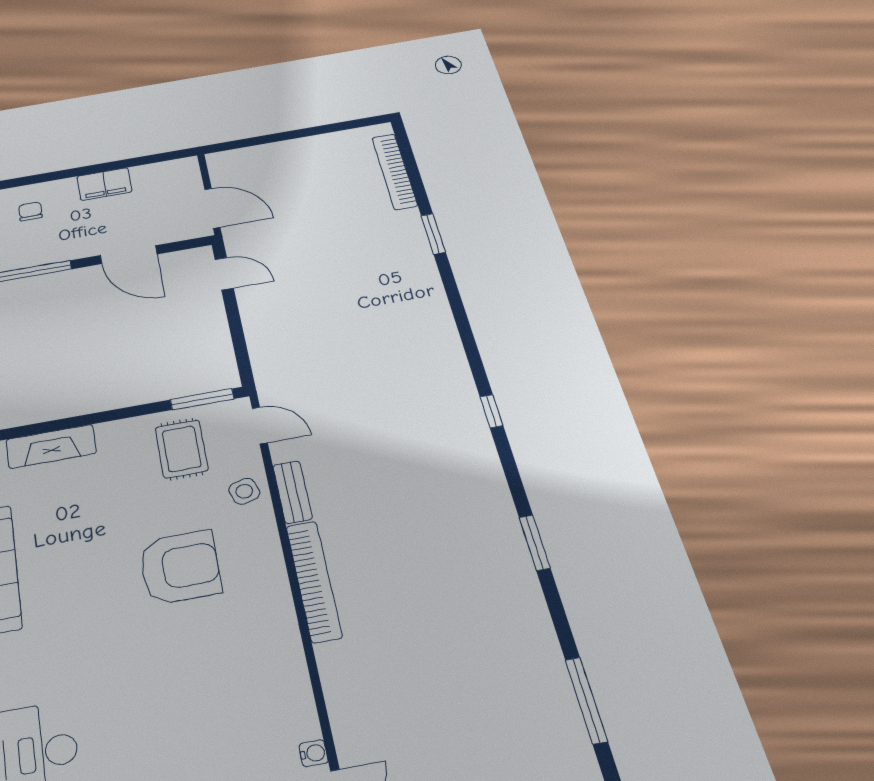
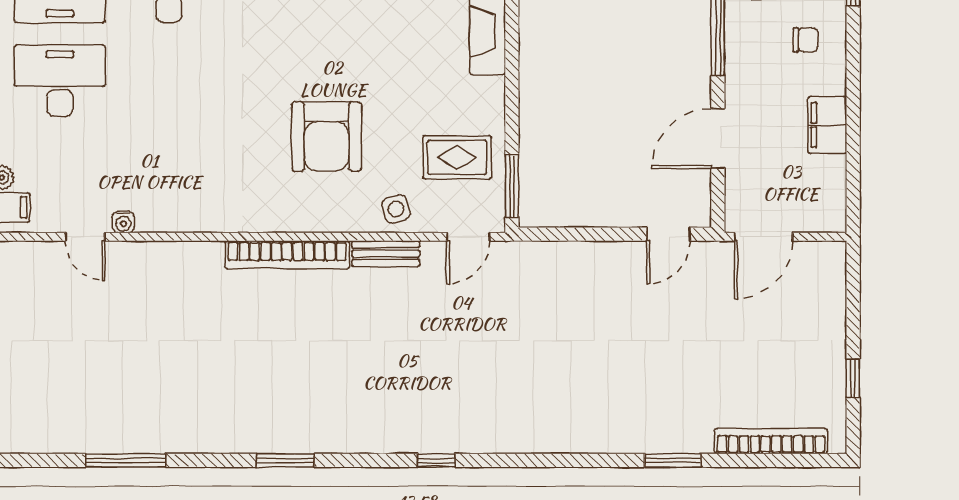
window: (323, 129) -> (853, 378), added

